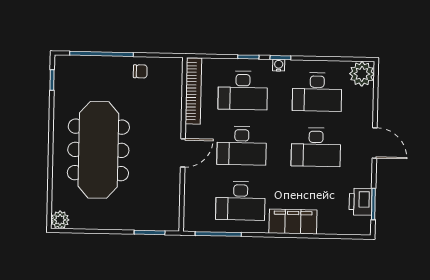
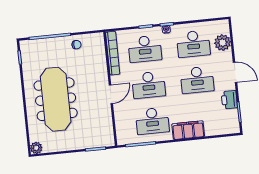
plant: (362, 74) -> (223, 43), moved
printer: (361, 202) -> (229, 100), moved

